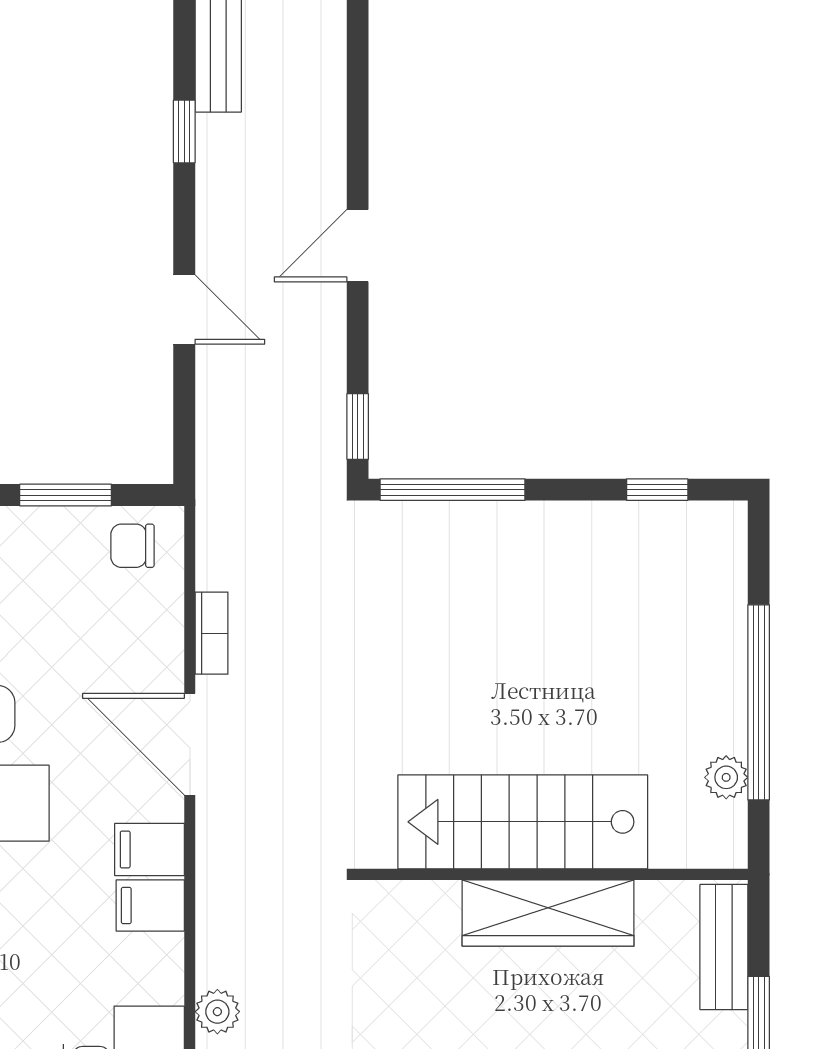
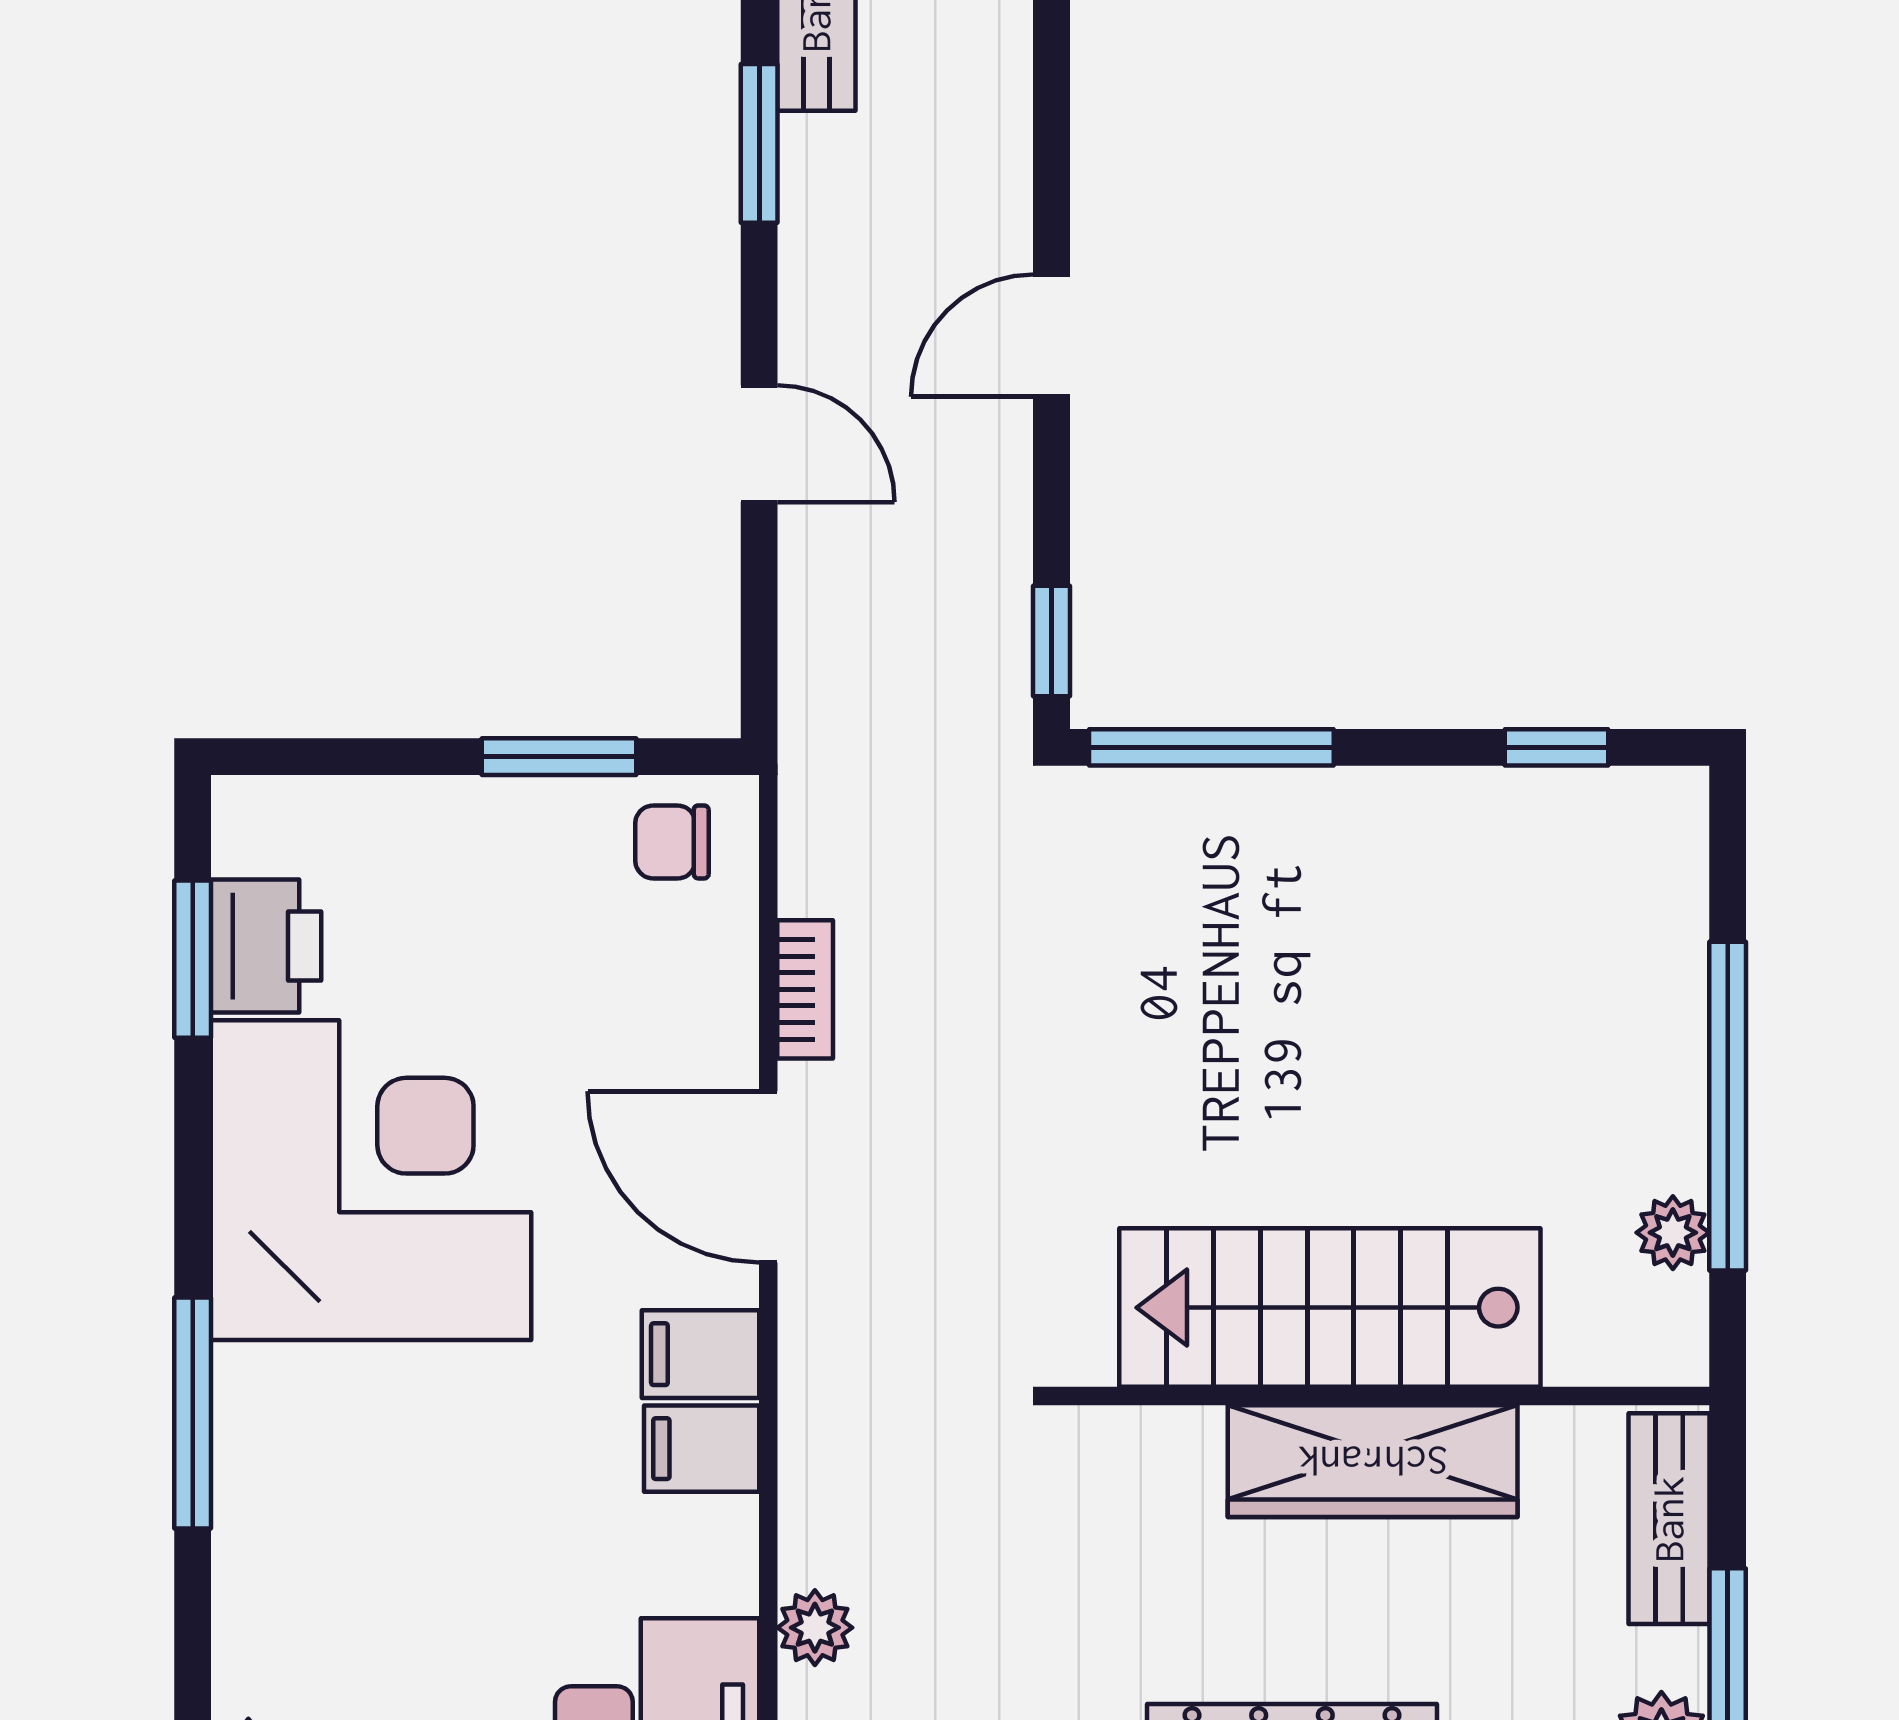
window: (184, 131) -> (759, 143), width x1.50

